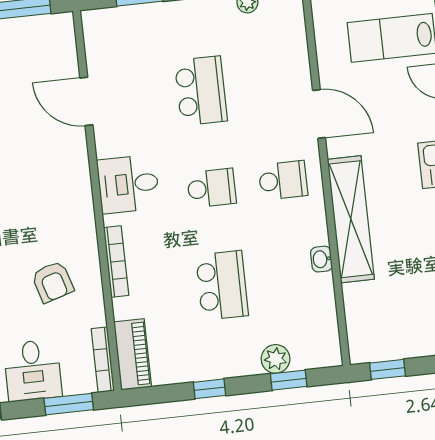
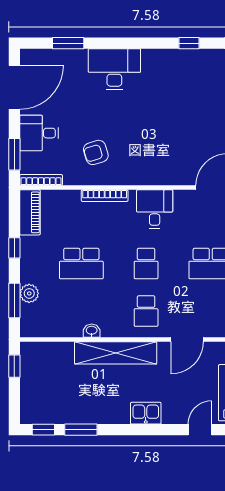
piano: (133, 354) -> (30, 212), moved, turned -90
window: (289, 380) -> (14, 301), width x1.50

